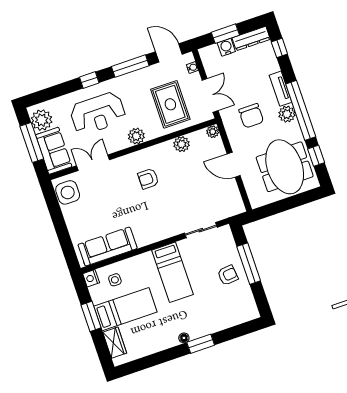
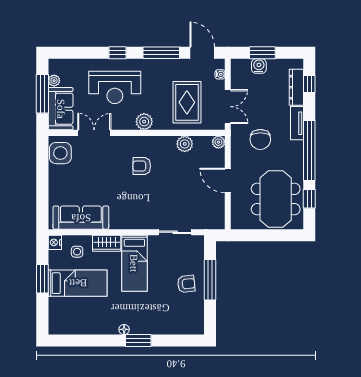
dresser: (251, 39) -> (296, 87), moved, turned 90
plant: (287, 114) -> (295, 149), removed
plant: (42, 120) -> (54, 81), width x0.53, depth x0.53
wardrobe: (115, 343) -> (107, 243), moved, turned 90

